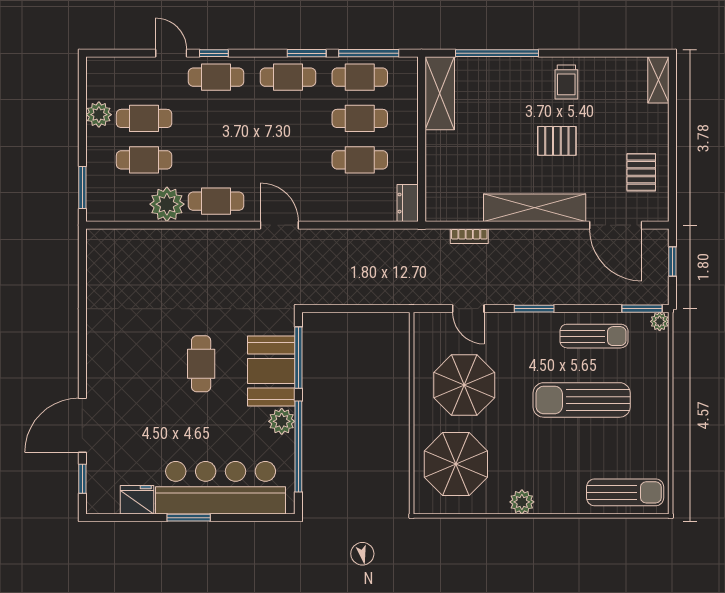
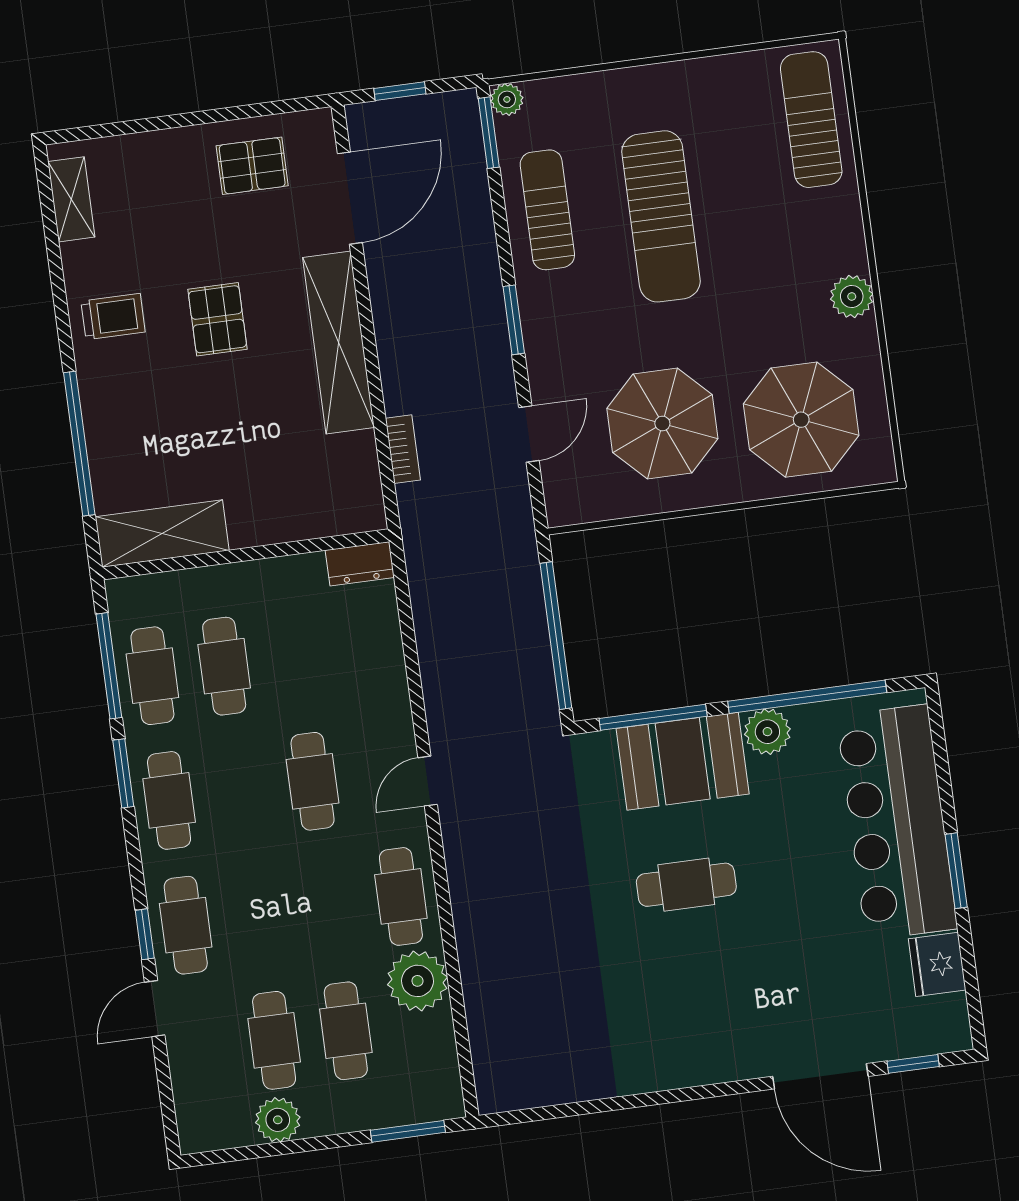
shelving: (658, 80) -> (71, 199), moved, turned 90
cafe table: (360, 160) -> (313, 781), moved
door: (279, 225) -> (428, 781), width x0.73
window: (352, 309) -> (556, 636), added

